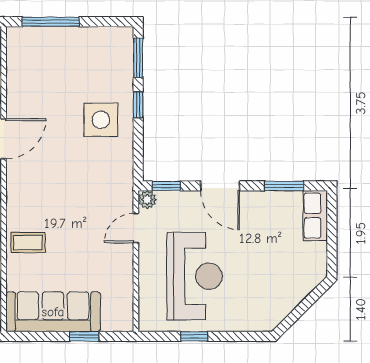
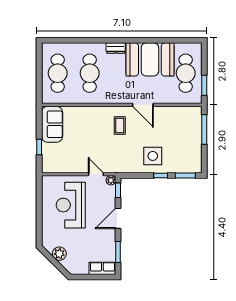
coffee table: (28, 243) -> (120, 126), moved
reception desk: (195, 276) -> (71, 205), turned 90
plant: (287, 298) -> (59, 254), added
sofa: (53, 312) -> (52, 124), width x0.73
window: (194, 336) -> (39, 205), removed

